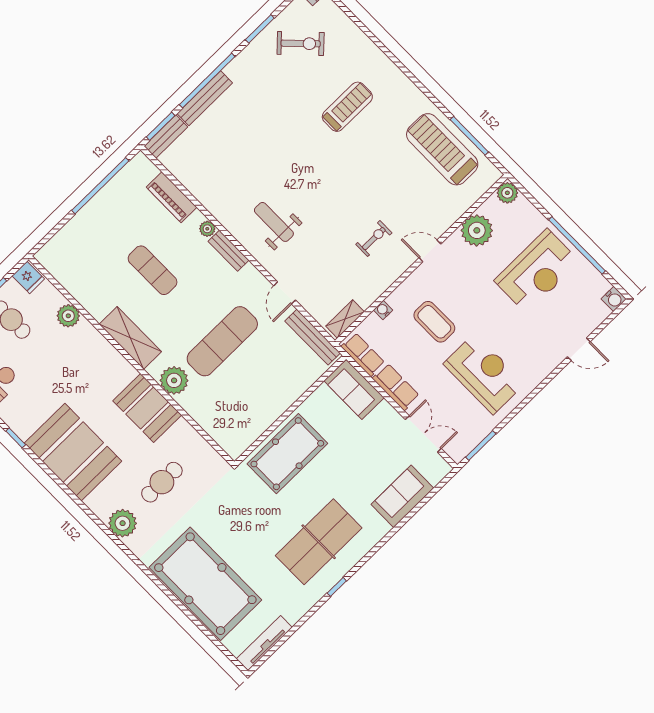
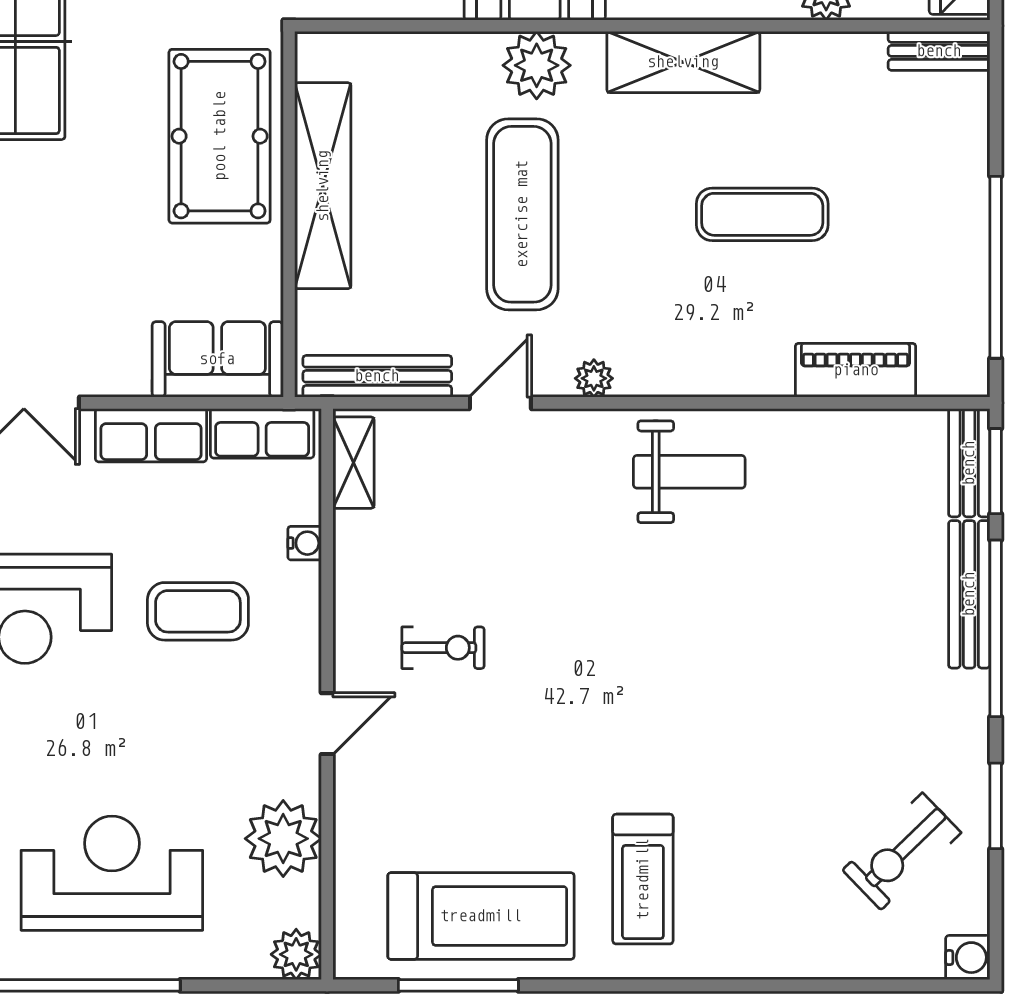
treadmill: (347, 107) -> (643, 879), moved
weight bench: (274, 222) -> (689, 472), moved
plant: (207, 229) -> (594, 378), moved
exercise bike: (374, 239) -> (443, 648), turned -90
bench: (229, 251) -> (939, 51), moved
reception desk: (537, 271) -> (112, 873), turned 90
door: (285, 293) -> (500, 403), hinge flipped
shelving: (272, 409) -> (323, 186), added

